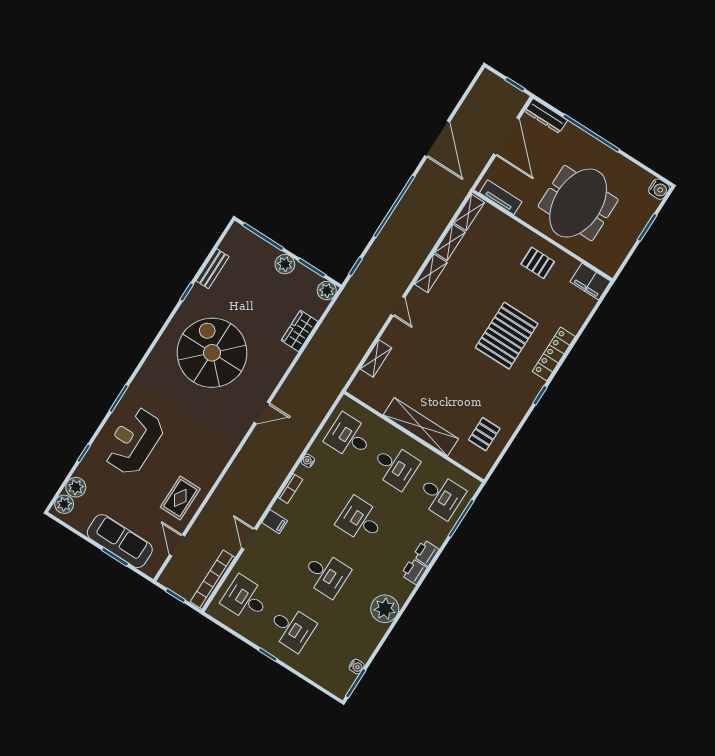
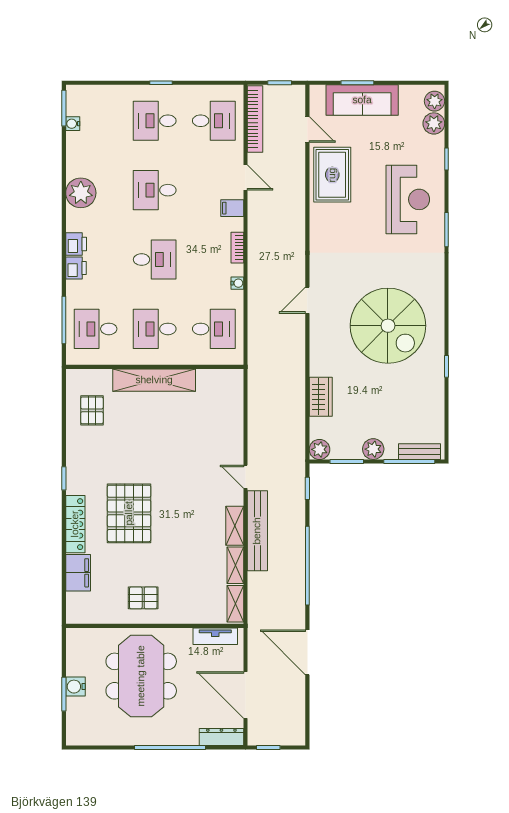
water cooler: (659, 189) -> (75, 687), moved
bench: (415, 258) -> (257, 531), added
bench: (213, 269) -> (420, 452), moved, turned 90
filing cabinet: (590, 281) -> (78, 573), moved, turned 90
shelving: (376, 358) -> (235, 416), removed
rug: (180, 498) -> (332, 175), width x1.36, depth x1.43

